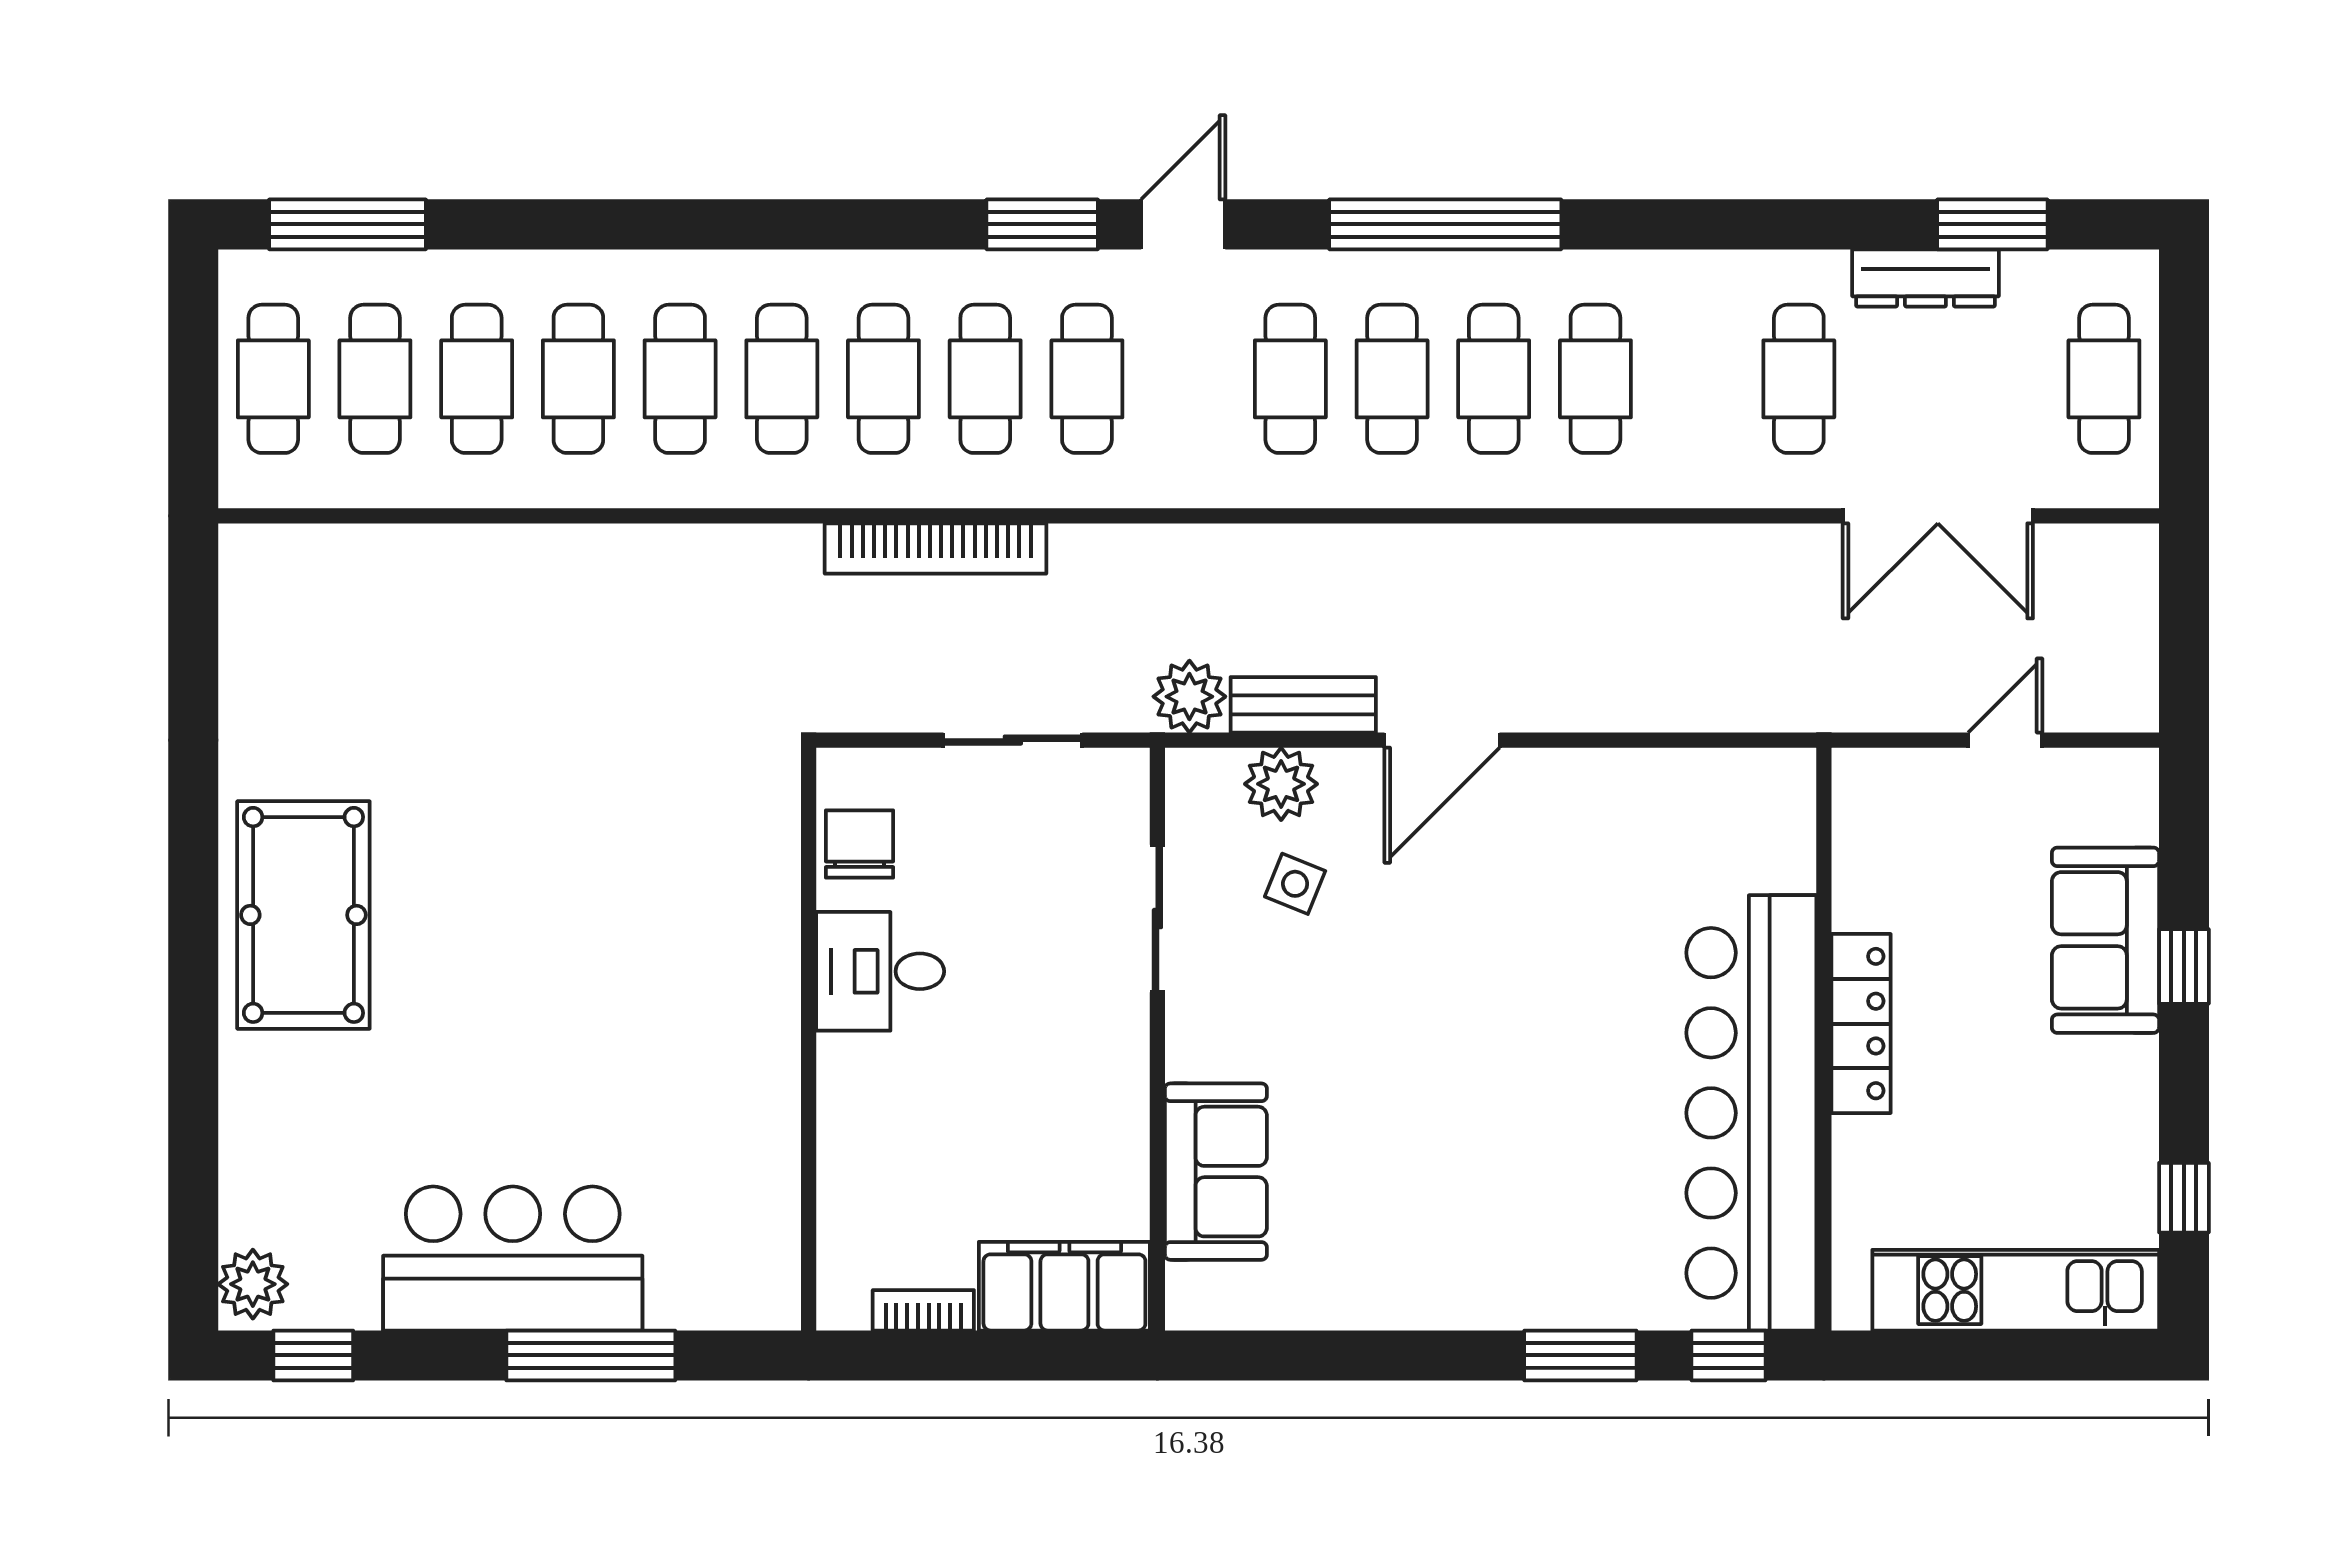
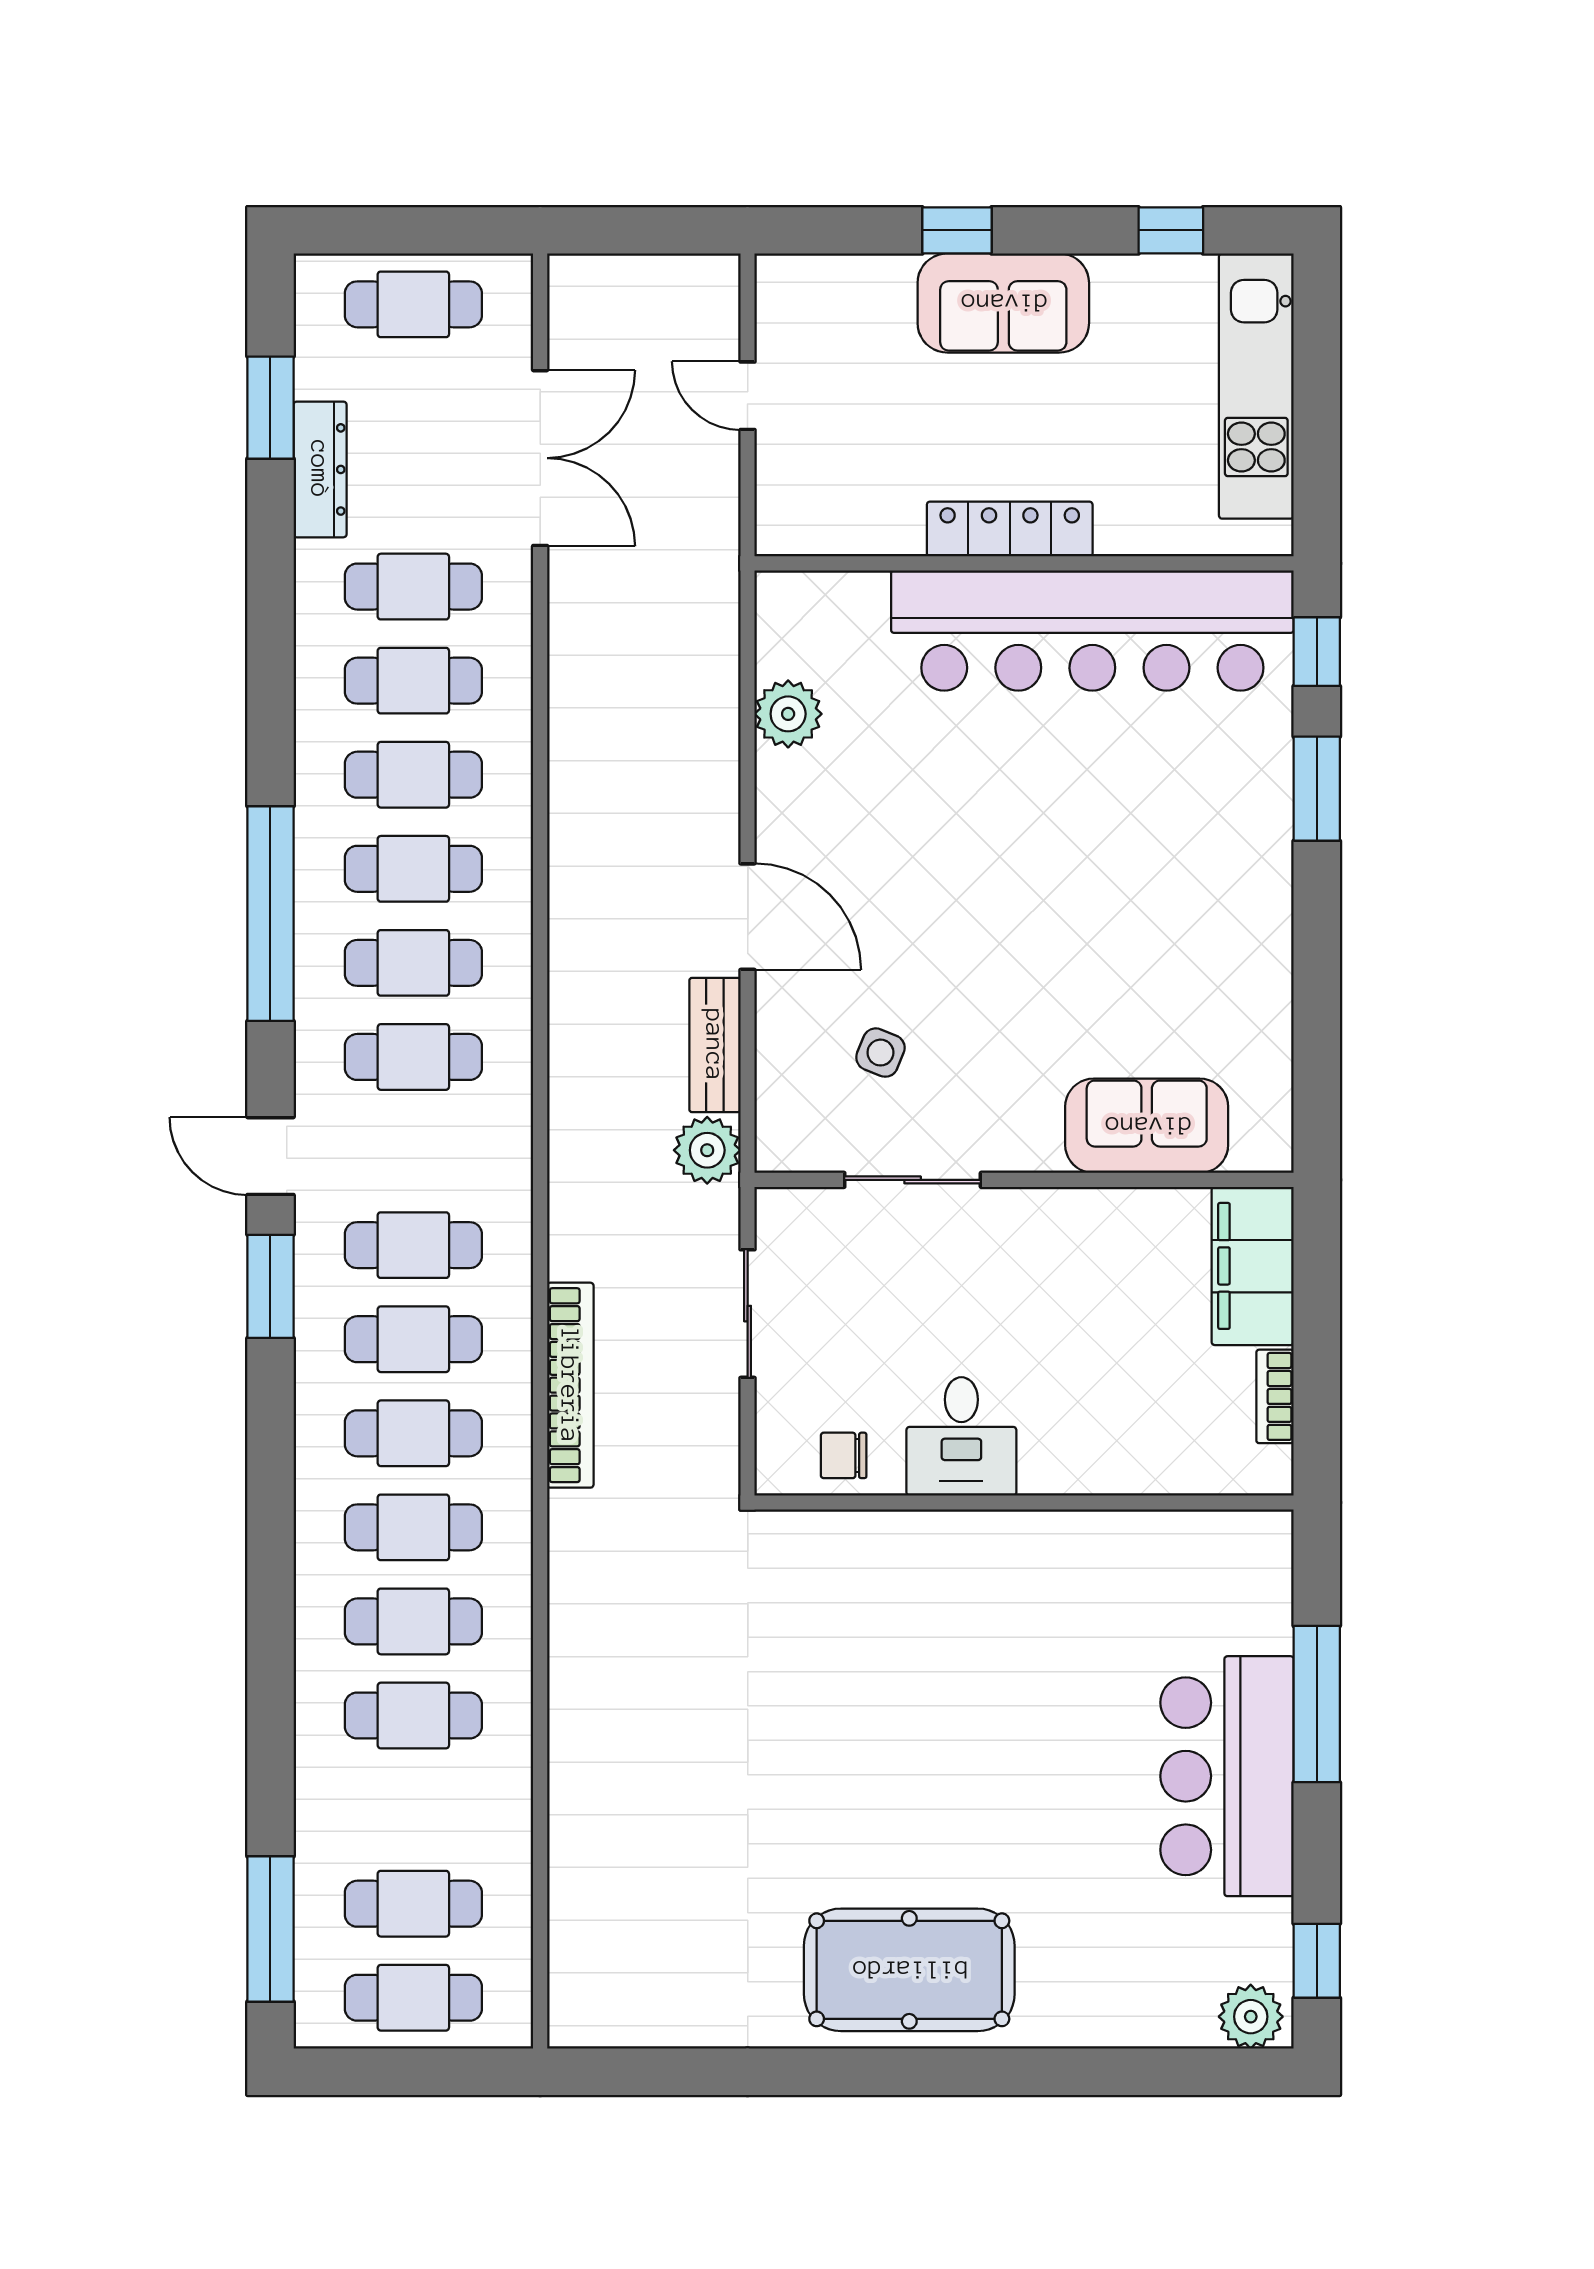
cafe table: (477, 379) -> (413, 681), moved
plant: (1281, 784) -> (788, 714), moved
chair: (860, 844) -> (844, 1455), width x0.73, depth x0.73
sofa: (2105, 940) -> (1003, 303), moved

